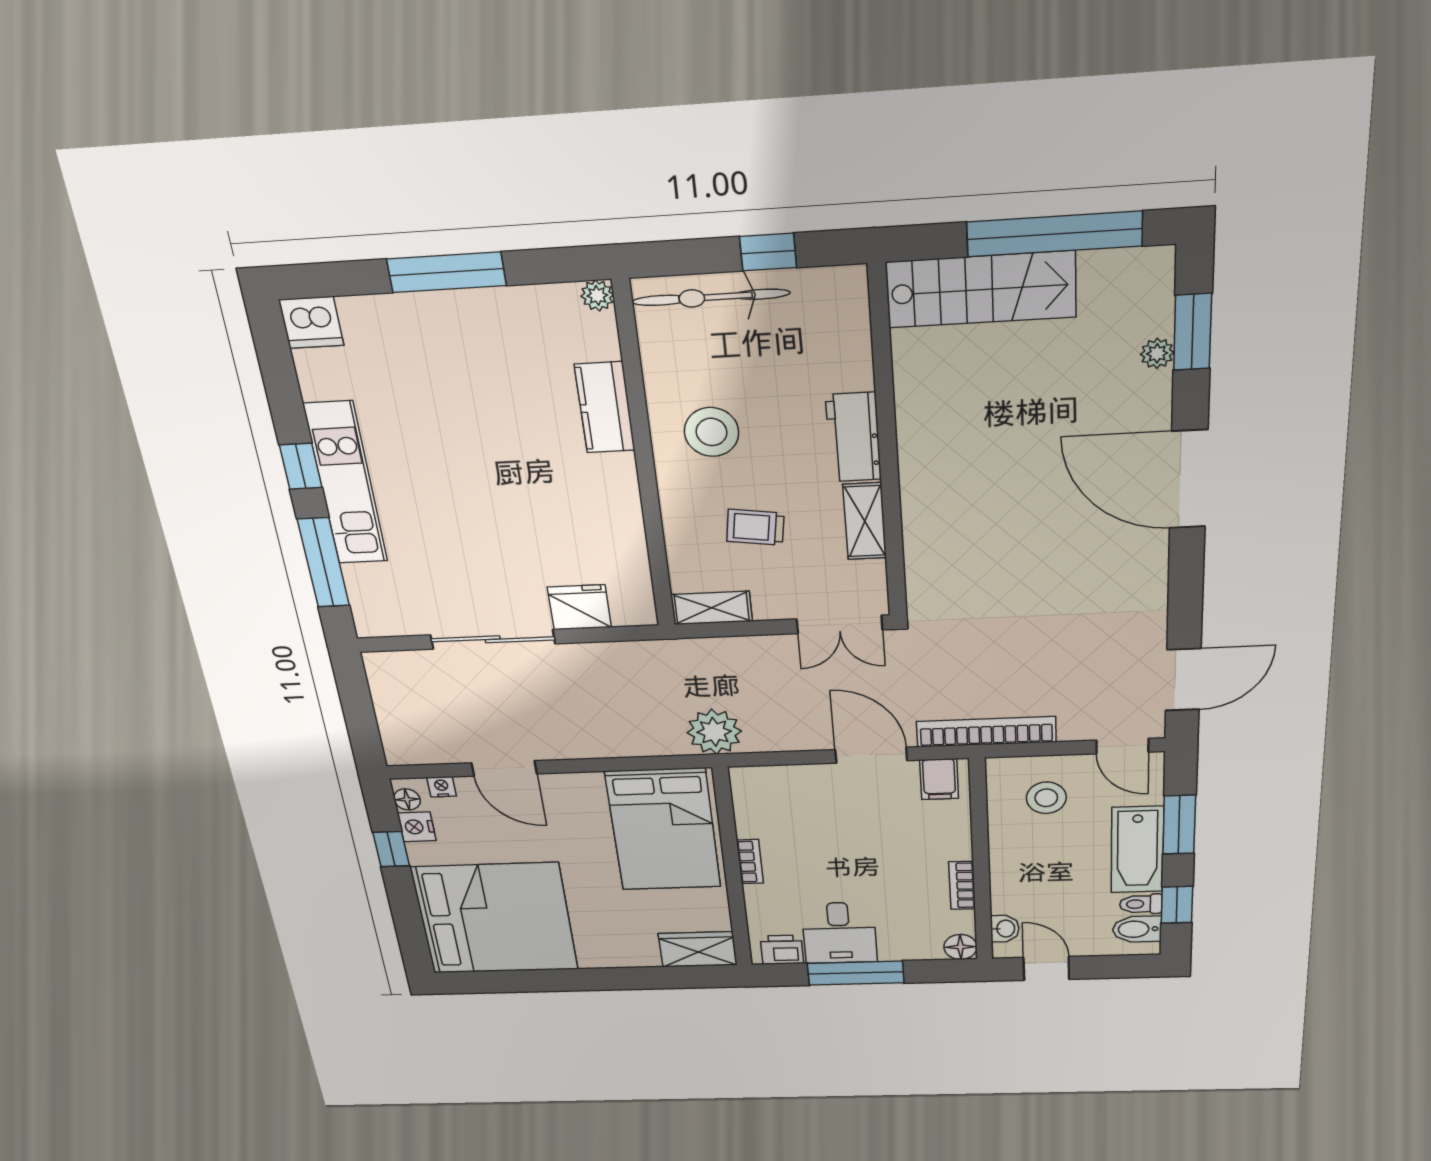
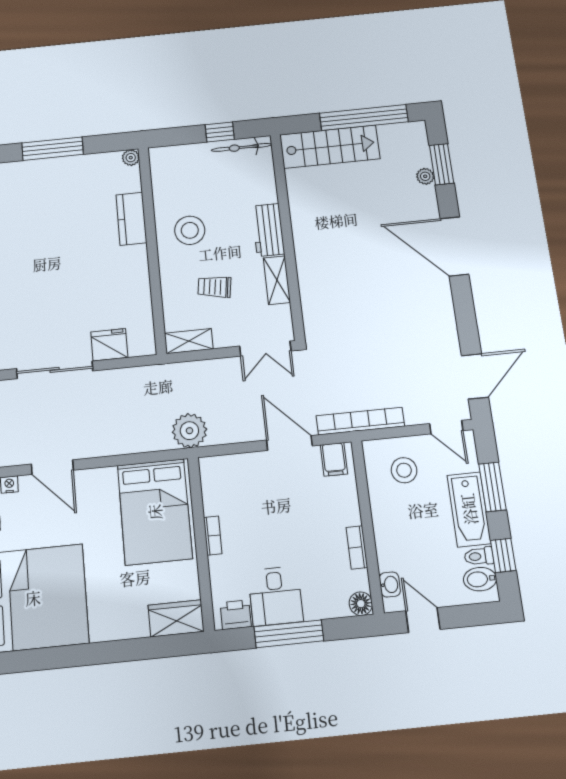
bicycle: (711, 297) -> (242, 147), moved, width x0.73, depth x0.71

